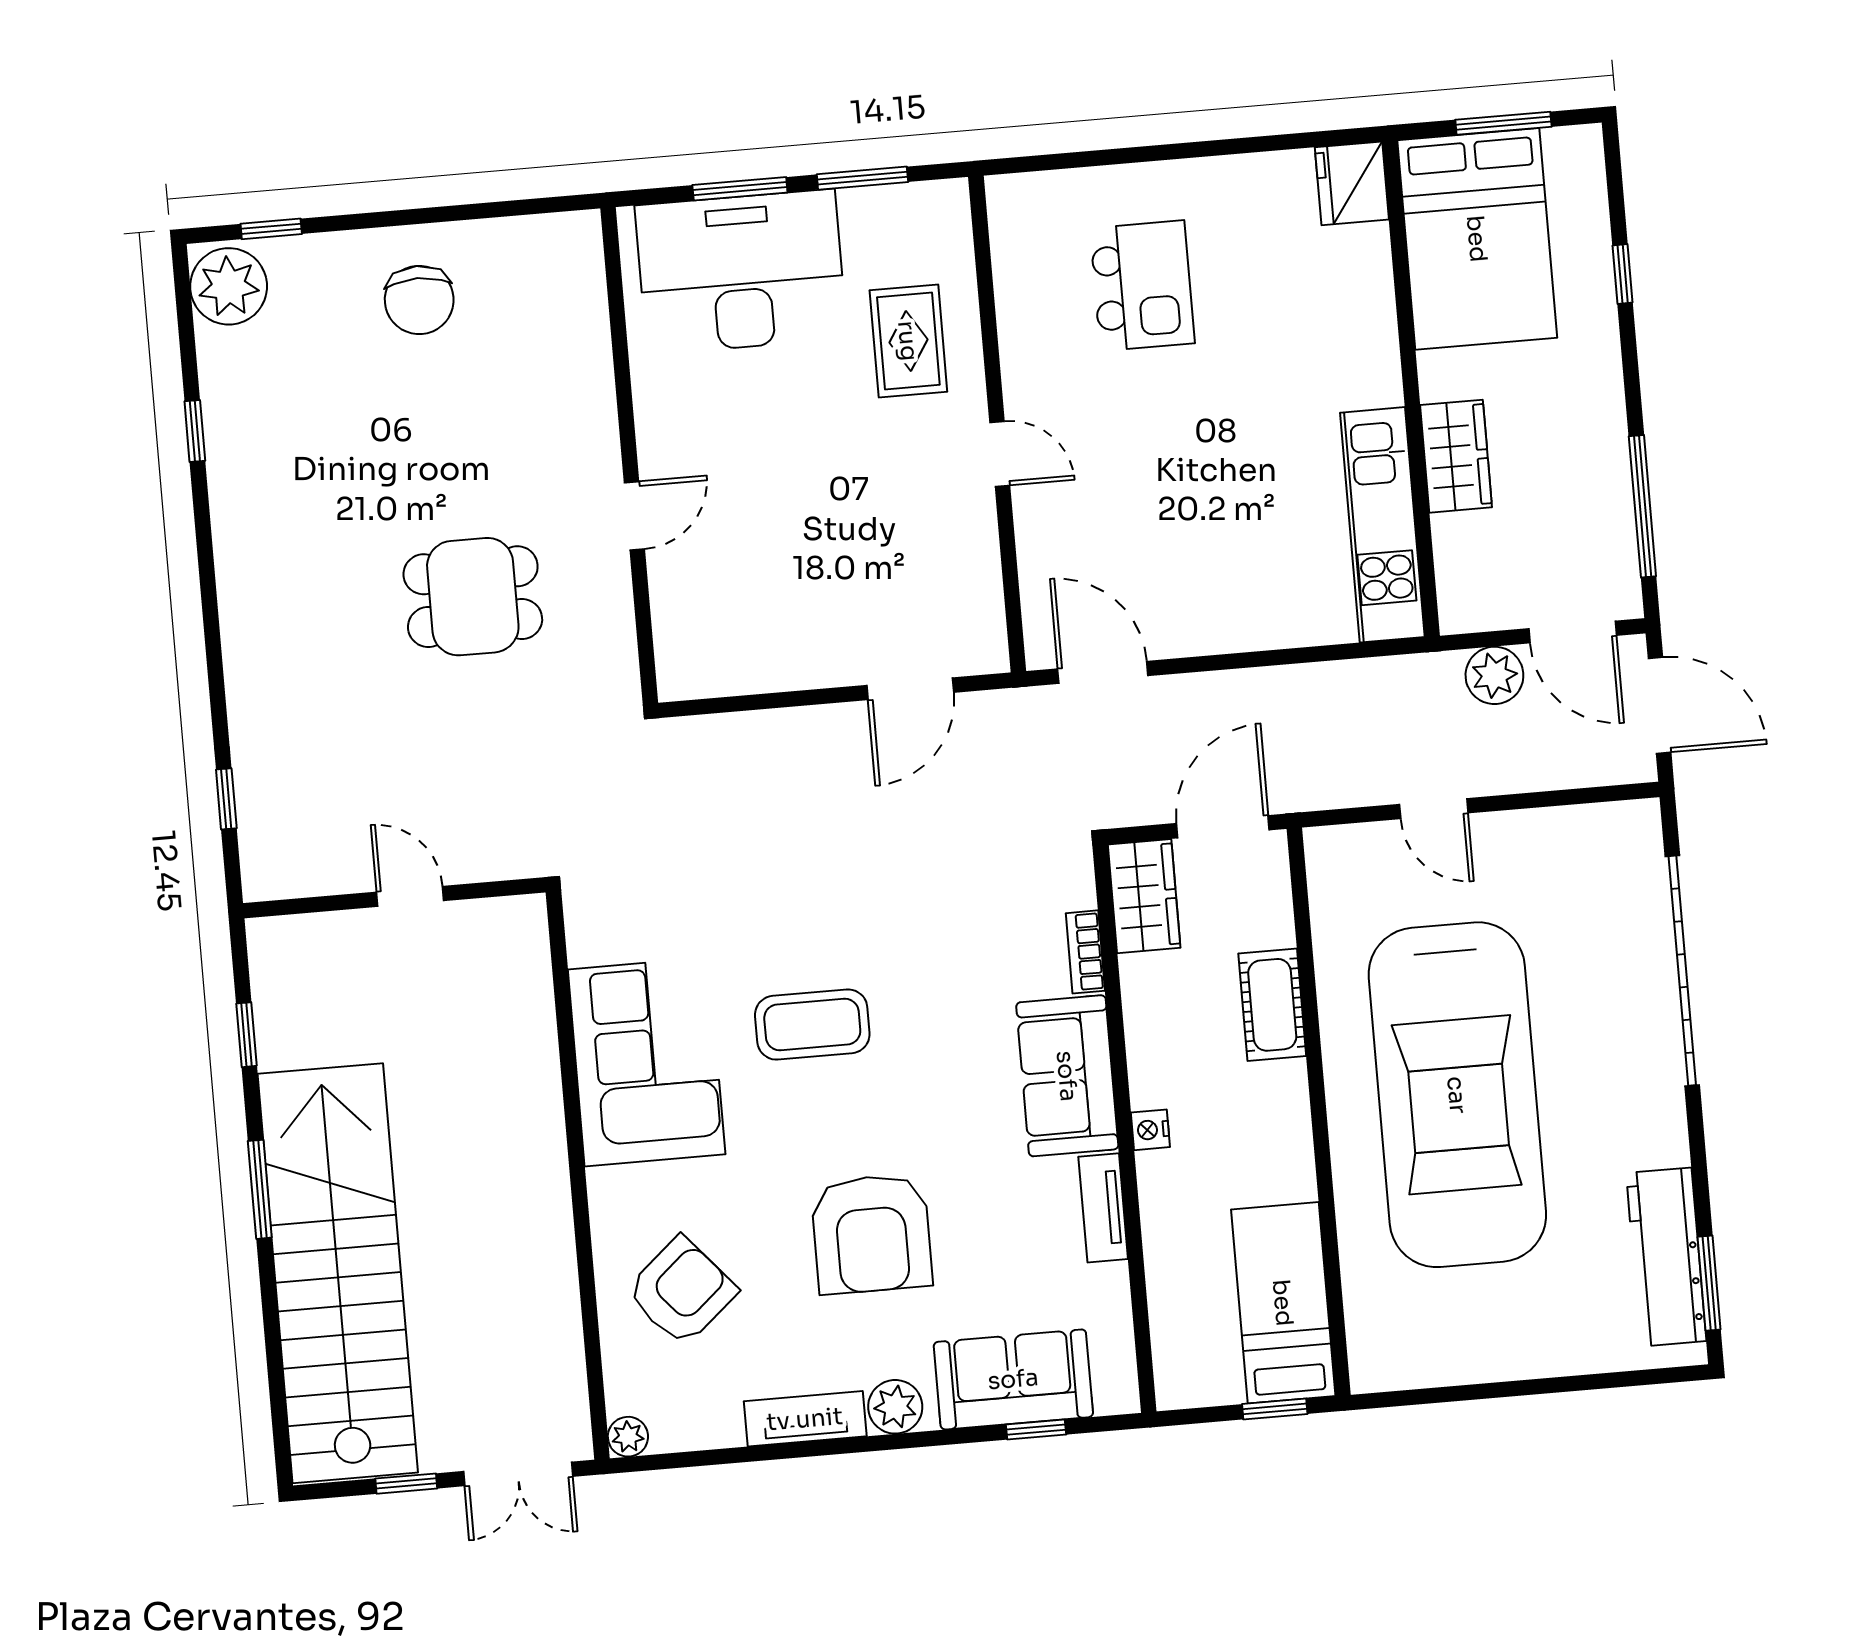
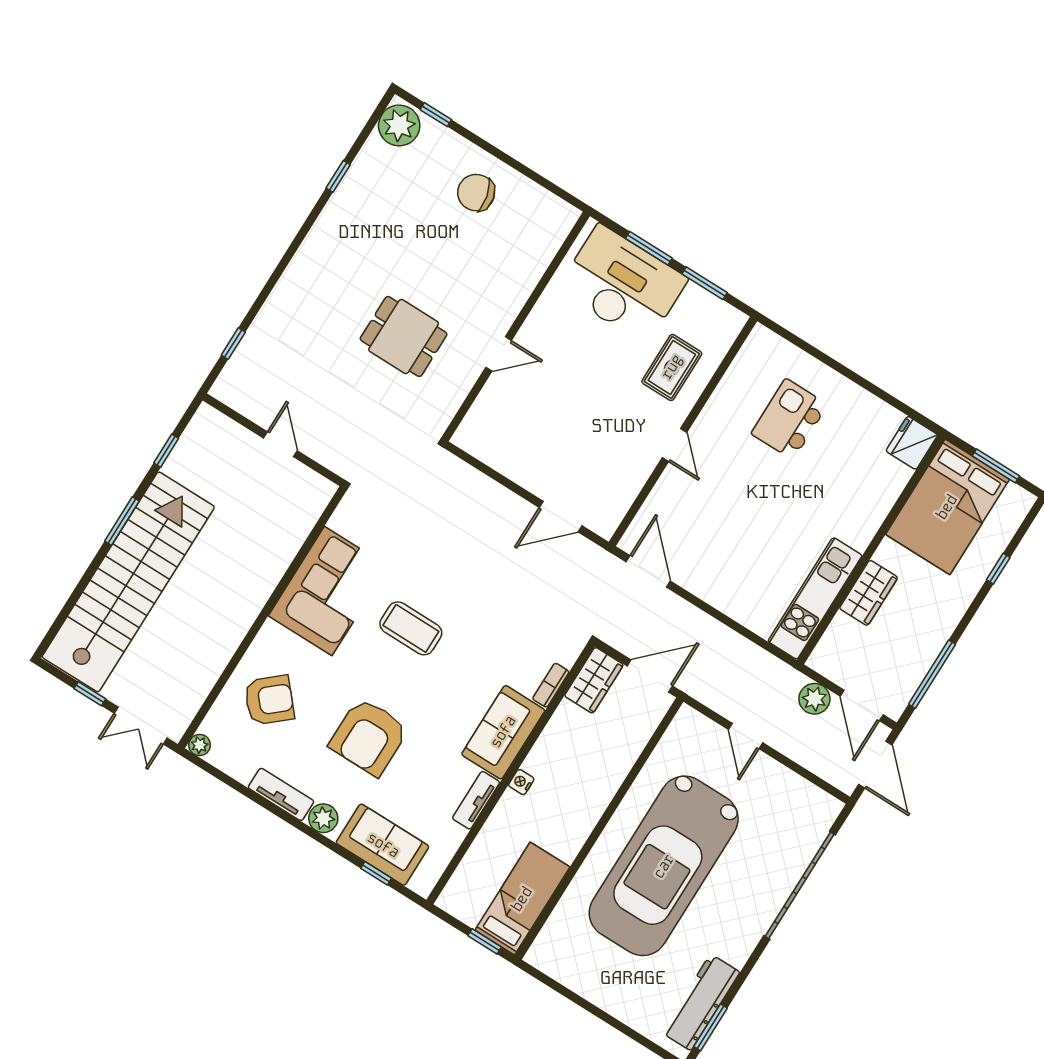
kitchen island: (1142, 286) -> (789, 419), turned 180
chair: (419, 300) -> (476, 193), turned 77
cot: (1272, 1005) -> (614, 768), removed

